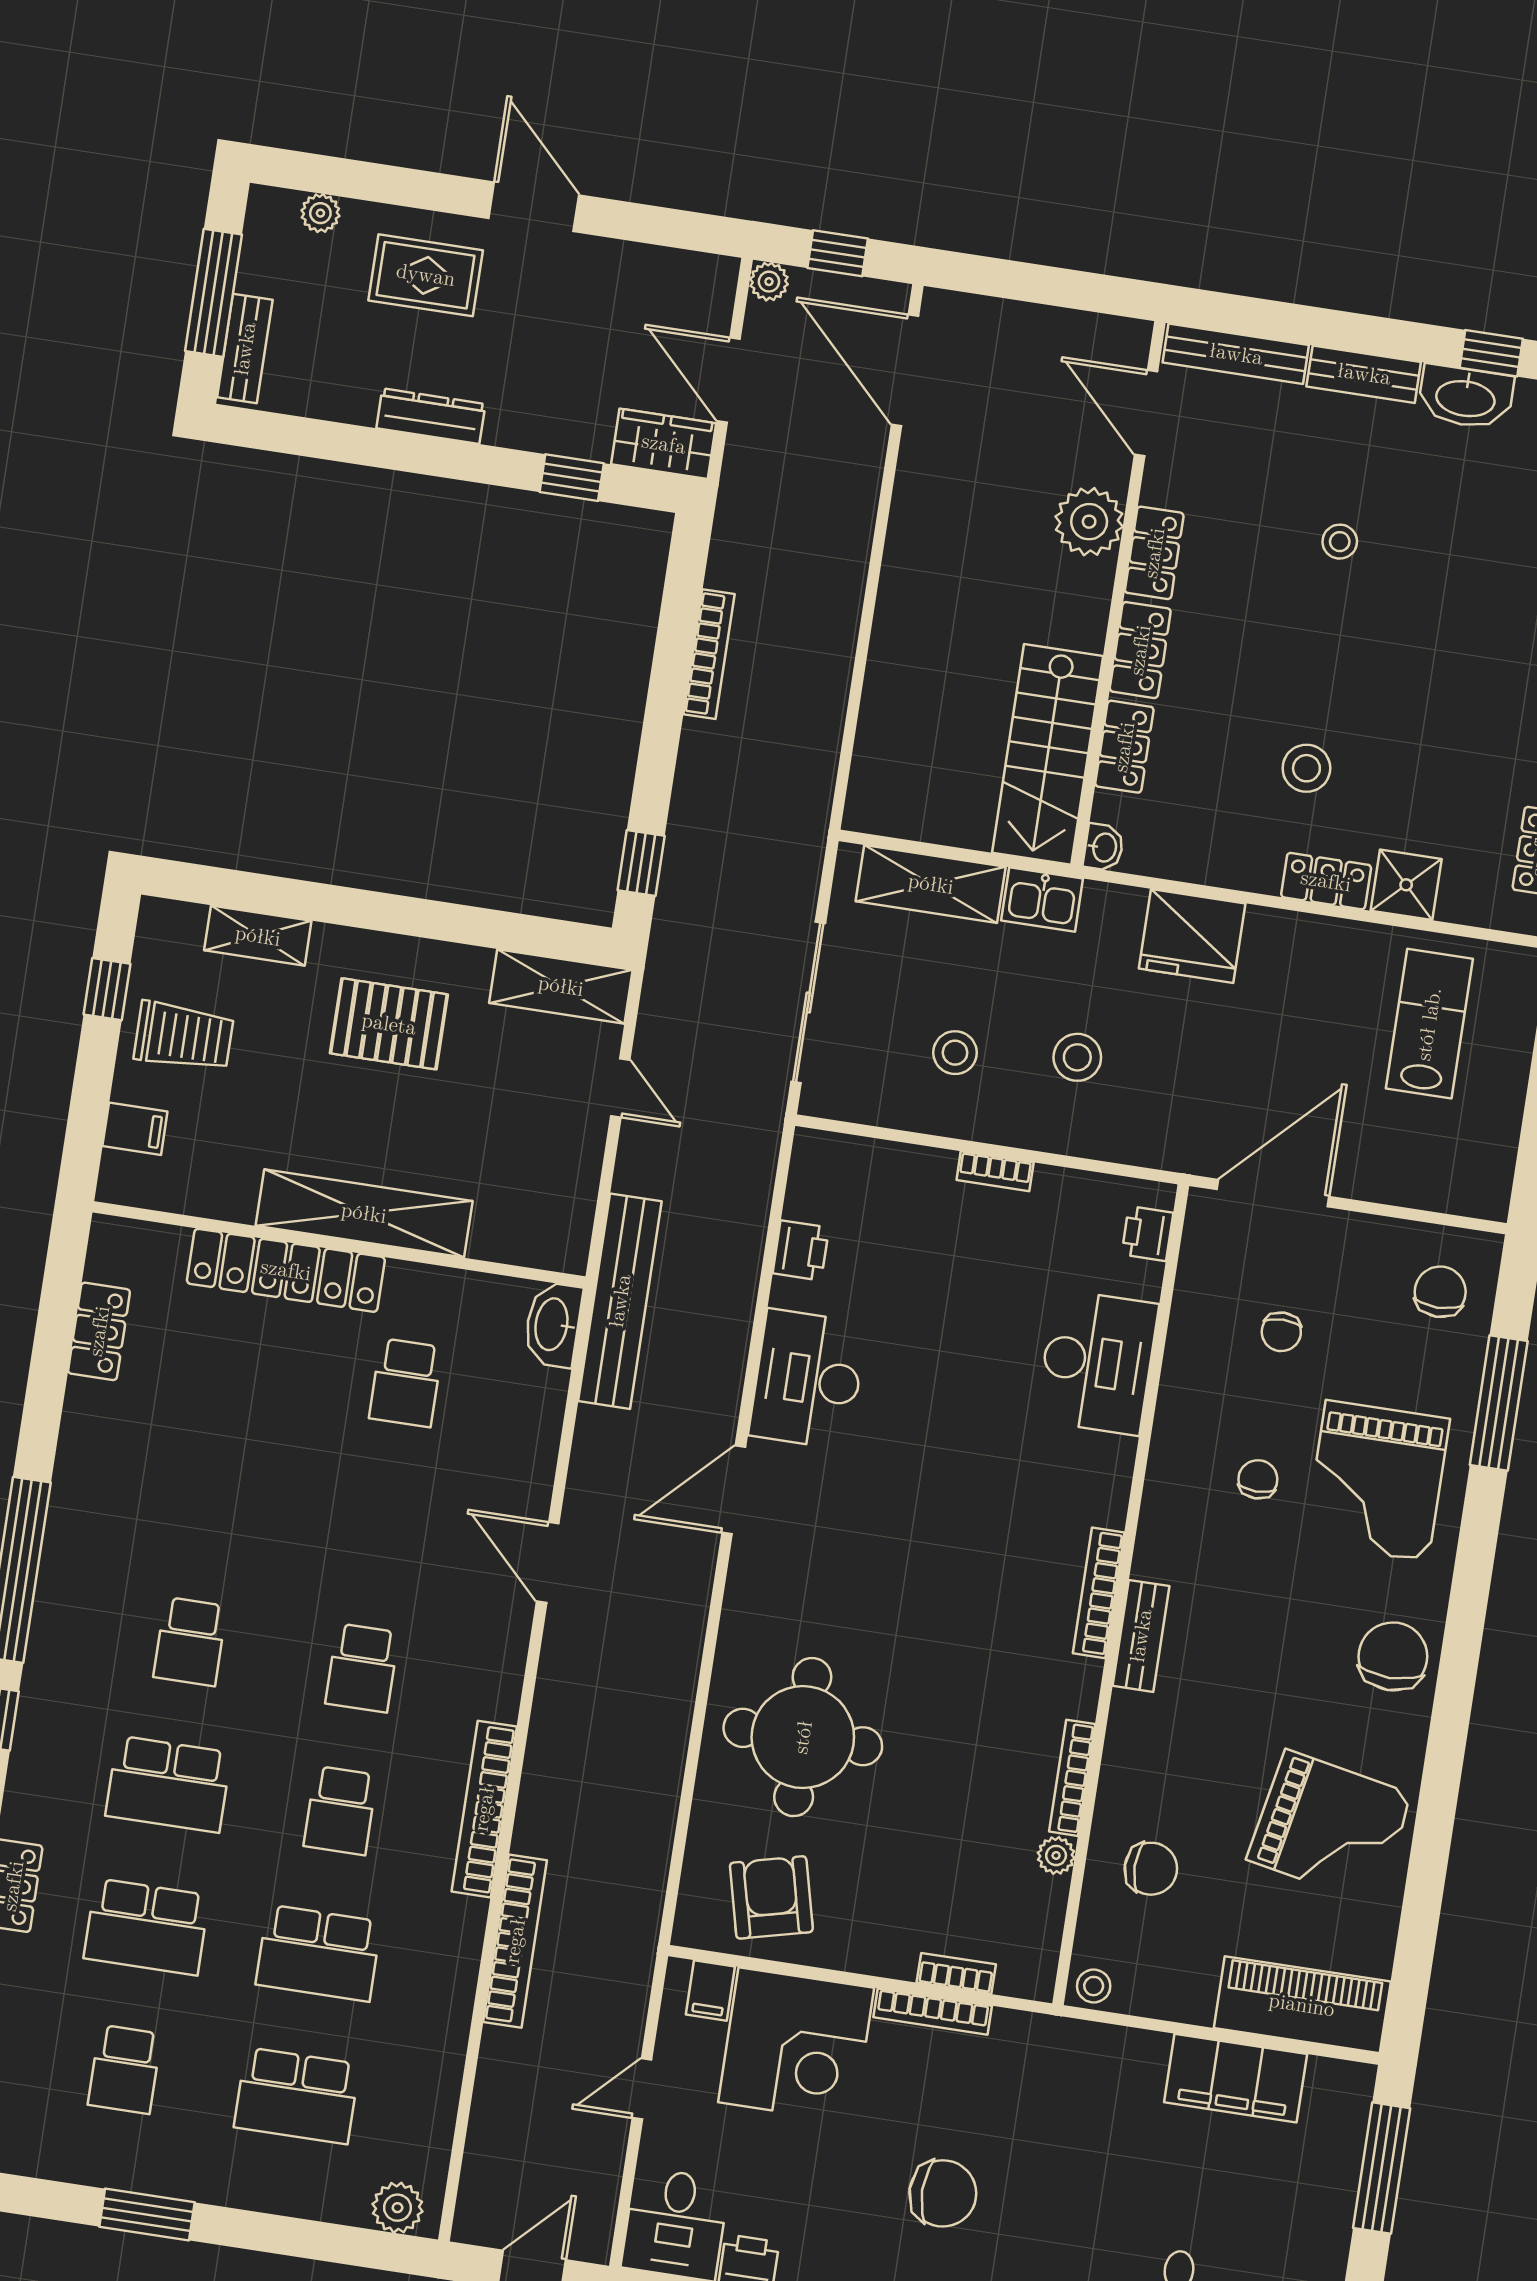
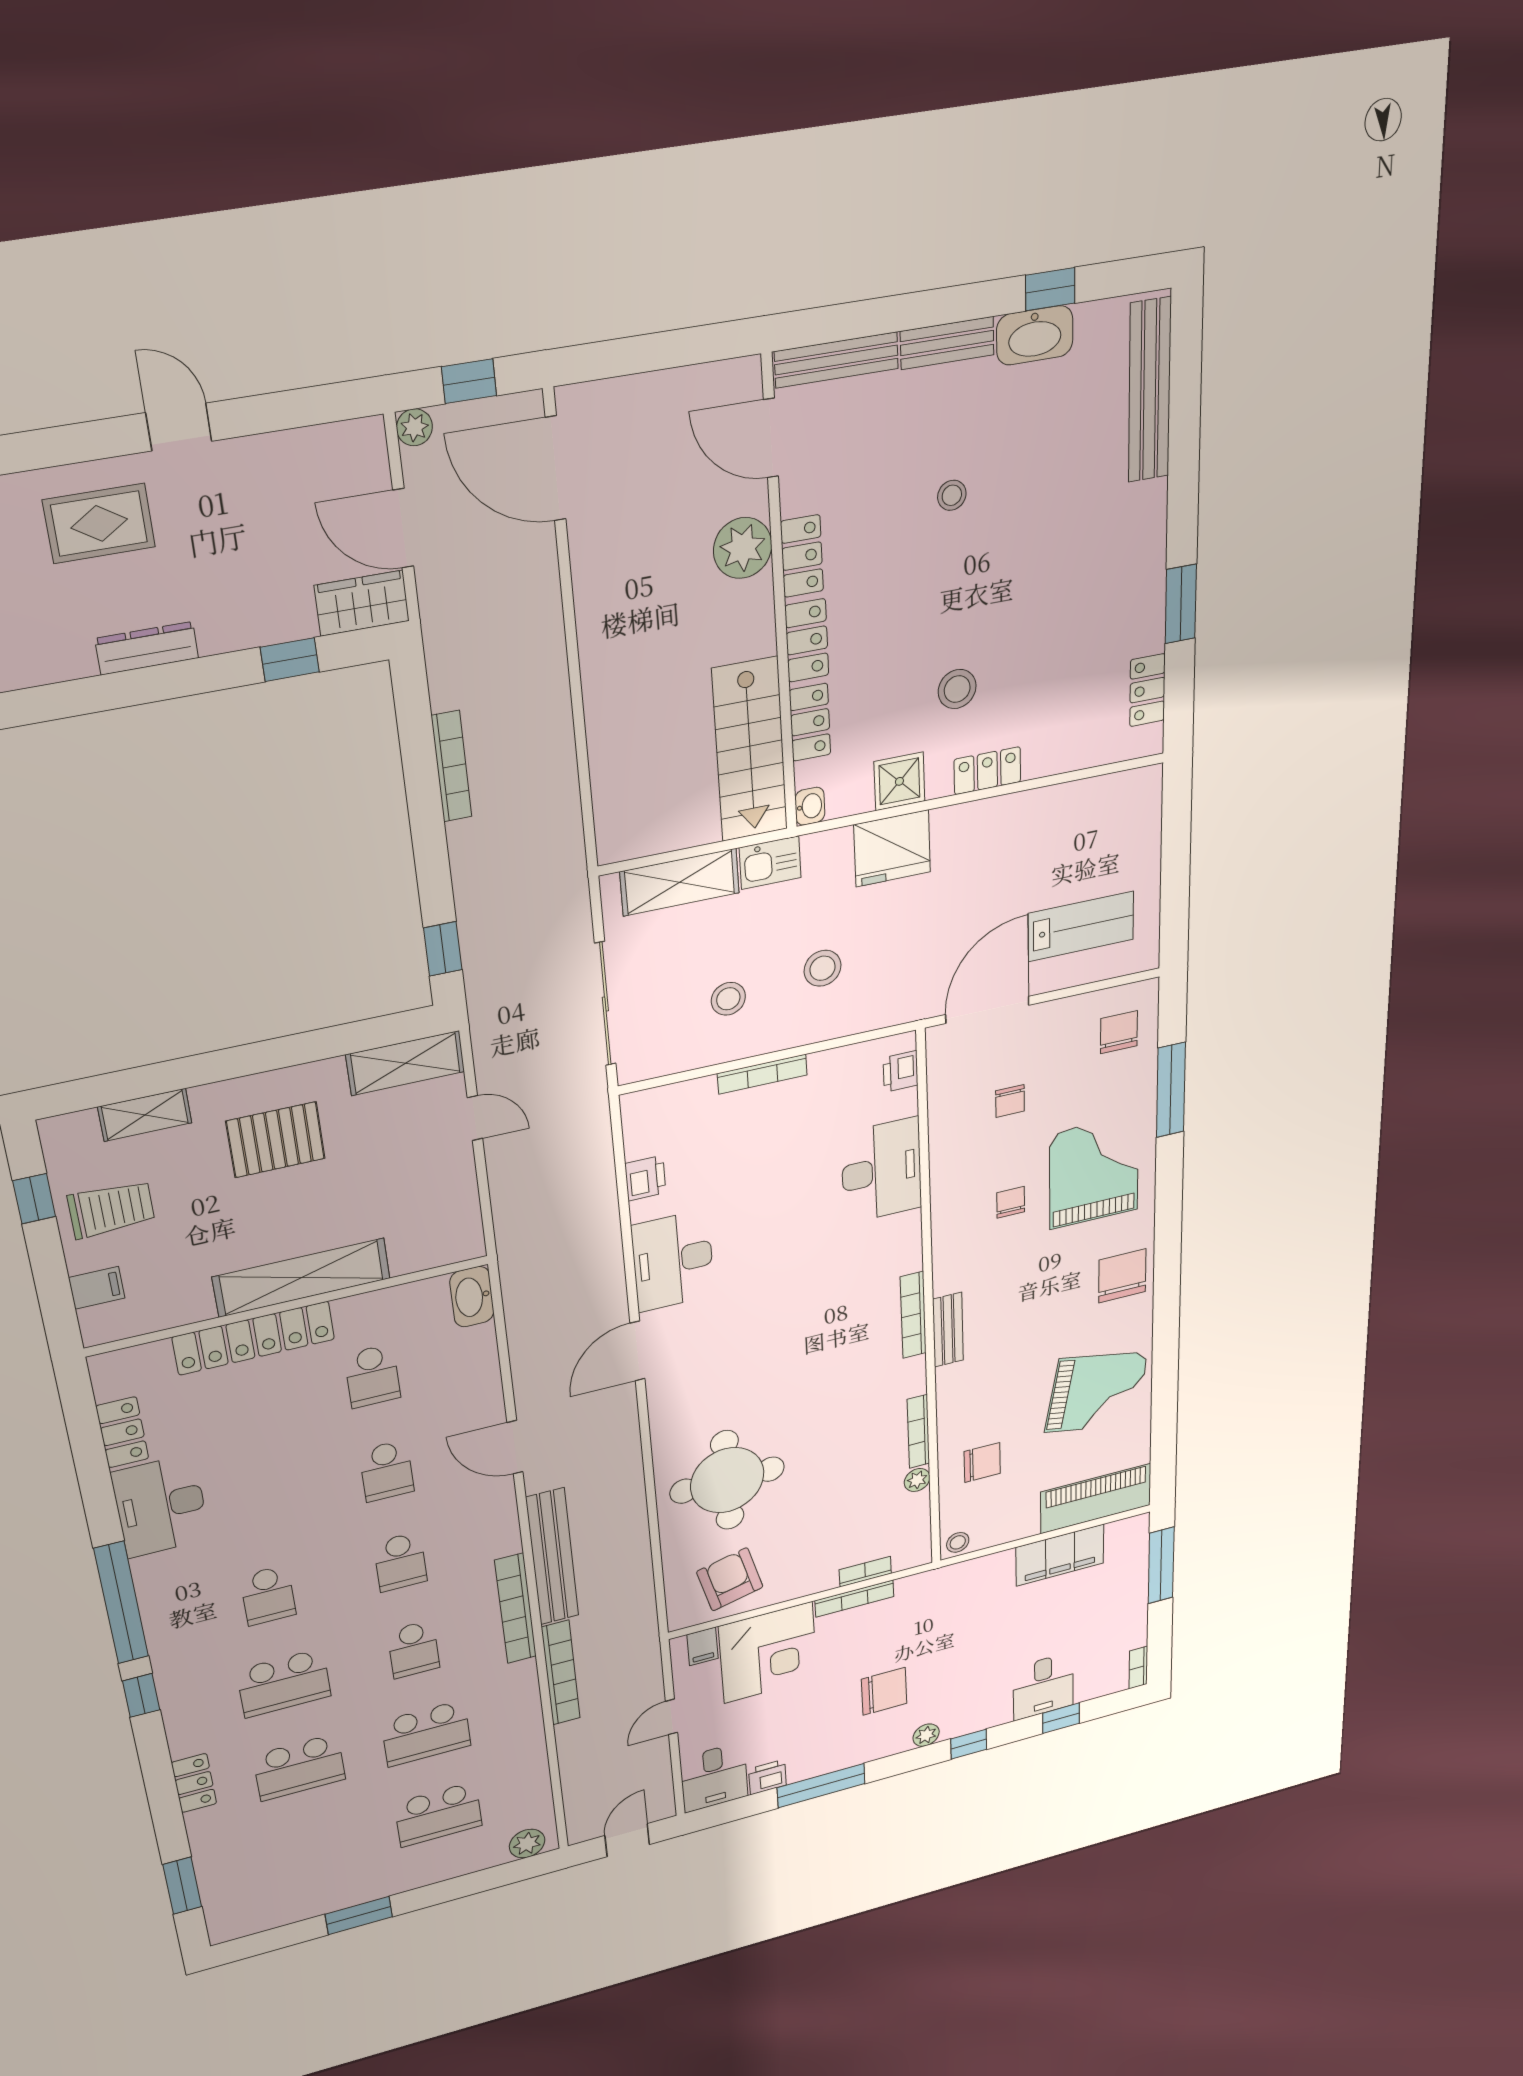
door: (534, 207) -> (179, 427), width x0.73
shower: (1406, 885) -> (899, 781), moved
lab bench: (1429, 1024) -> (1081, 926), moved, turned 90
bookcase: (995, 1171) -> (762, 1074), width x1.56
bench: (620, 1301) -> (552, 1557), moved
desk: (108, 1453) -> (161, 1506), added
grand piano: (1377, 1481) -> (1094, 1172), turned 180
school desk: (125, 2069) -> (387, 1471), moved

